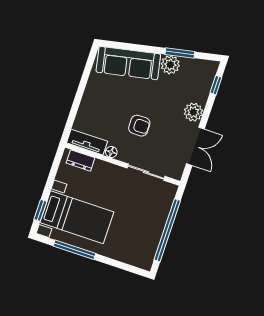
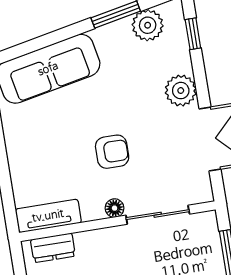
plant: (170, 65) -> (148, 25), moved
floor lamp: (111, 152) -> (115, 208), moved

